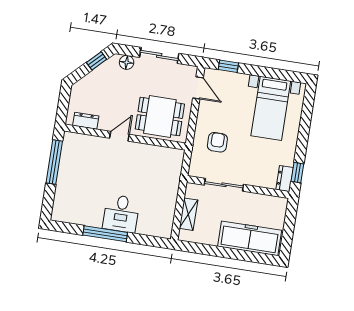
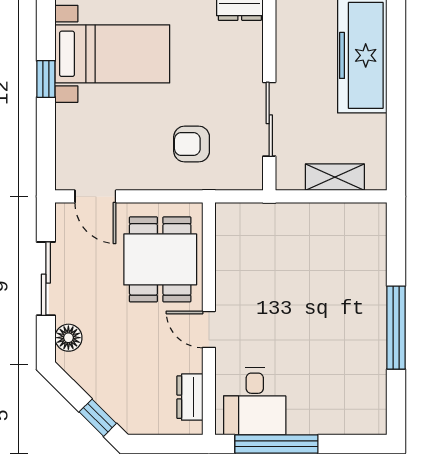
window: (97, 61) -> (98, 418), moved
window: (228, 66) -> (46, 79), moved
door: (198, 88) -> (95, 196), swing flipped
desk: (121, 214) -> (255, 401), moved, turned 90

